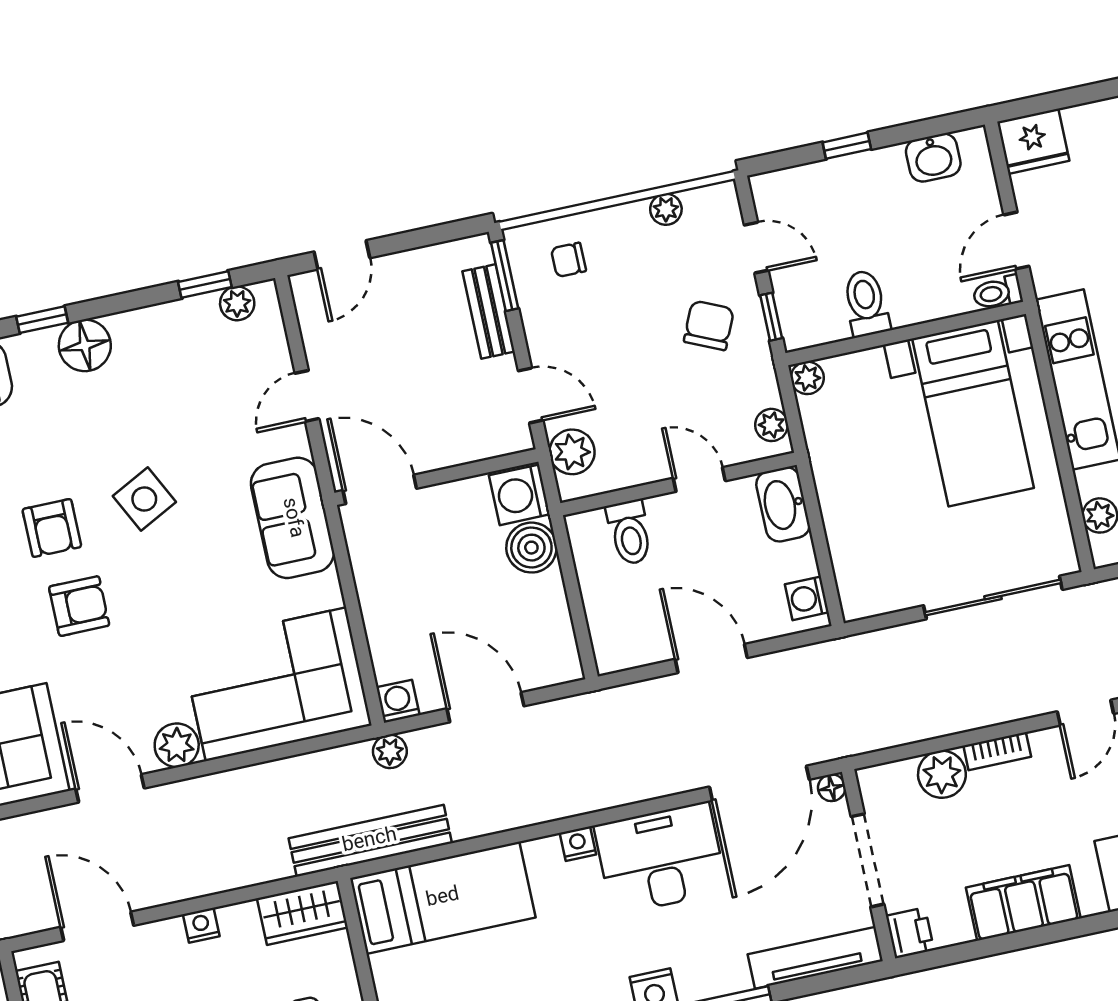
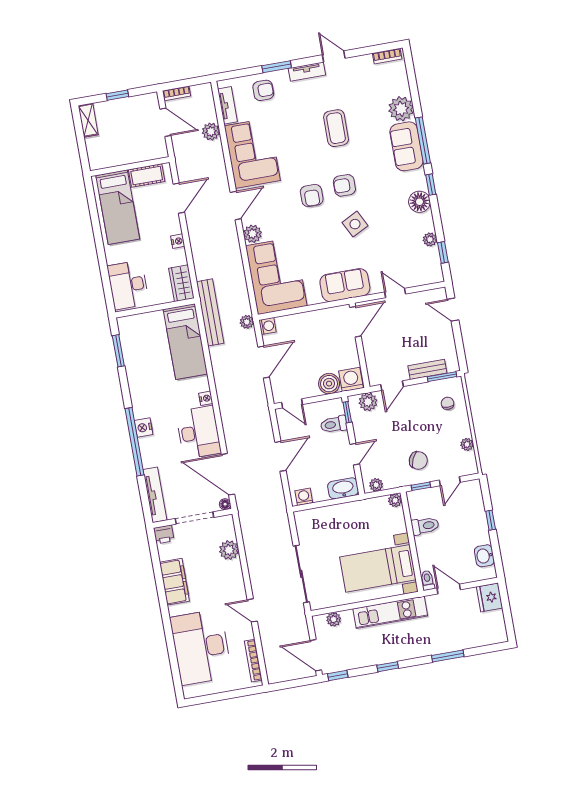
plant: (237, 303) -> (430, 239), moved
window: (599, 501) -> (347, 412), added
door: (582, 635) -> (292, 403), added
bookcase: (997, 751) -> (238, 573), removed

